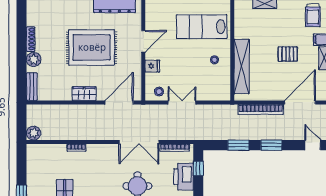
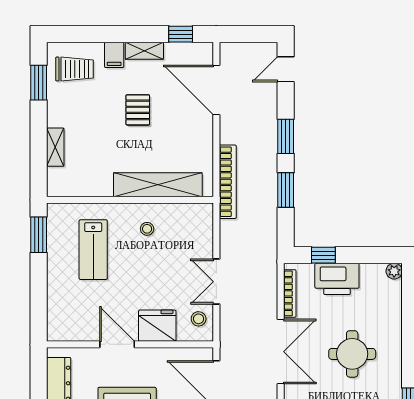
lab bench: (202, 27) -> (93, 250), width x0.73, depth x0.72
fridge: (152, 66) -> (157, 326), width x1.88, depth x1.34
bookcase: (261, 109) -> (228, 182), moved

